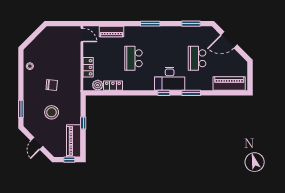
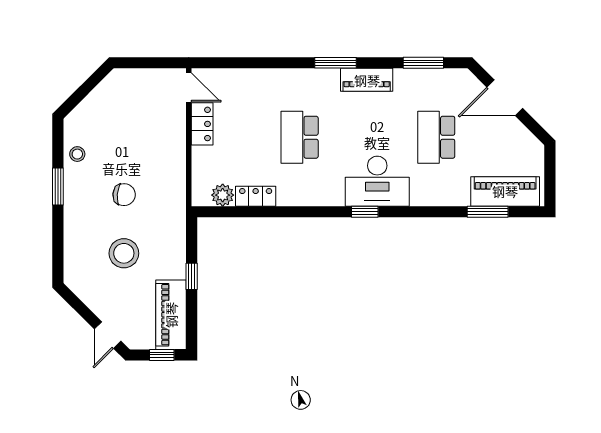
piano: (112, 32) -> (367, 80), moved
locker: (88, 67) -> (202, 124), moved
window: (191, 93) -> (488, 212), moved
window: (21, 109) -> (58, 186), moved
door: (37, 143) -> (108, 335), moved

